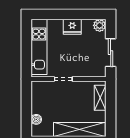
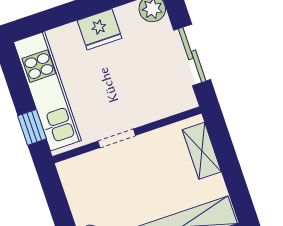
window: (26, 61) -> (32, 127), added

